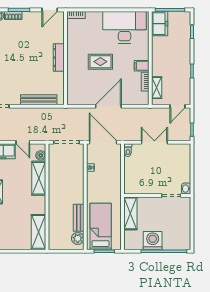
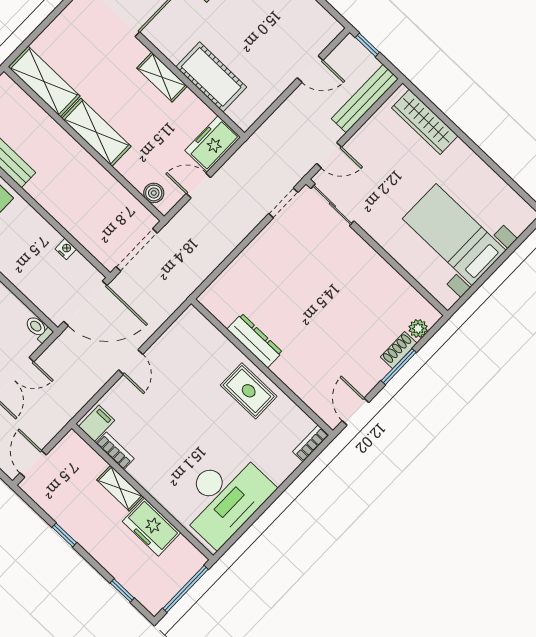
freezer: (160, 24) -> (151, 527), moved
dresser: (59, 58) -> (255, 341), moved
rug: (100, 62) -> (249, 391), moved, turned 90
filing cabinet: (142, 66) -> (97, 423), moved
shelving: (157, 88) -> (120, 488), moved
bench: (39, 100) -> (239, 269), removed
door: (108, 106) -> (131, 362), width x0.53
shelving: (39, 178) -> (96, 132), moved

